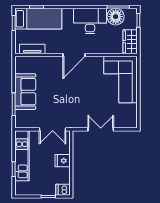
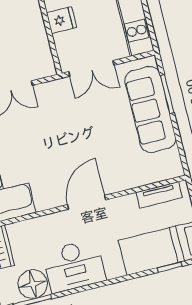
sofa: (25, 92) -> (150, 109), width x1.36
double door: (53, 129) -> (91, 68), swing flipped

